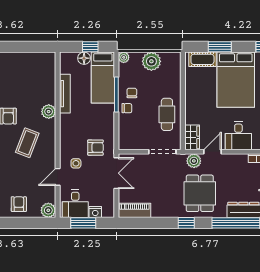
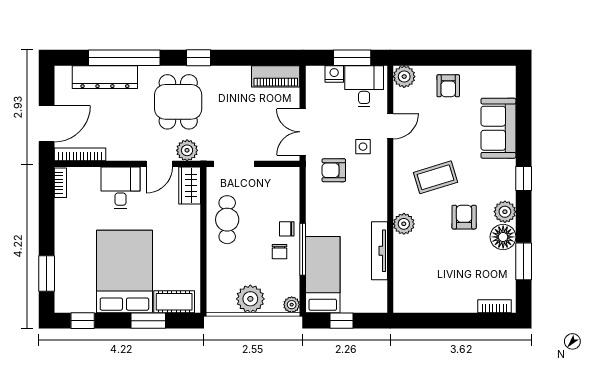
floor lamp: (84, 58) -> (351, 303), removed
coffee table: (27, 143) -> (435, 177), turned 52

